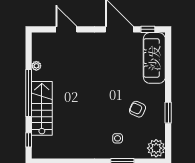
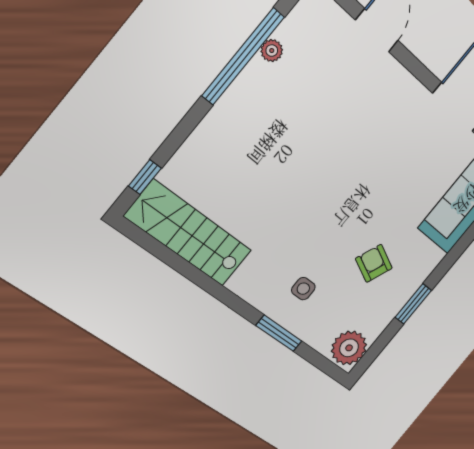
window: (29, 93) -> (243, 56), moved
stairs: (42, 108) -> (189, 234), moved, turned -90

